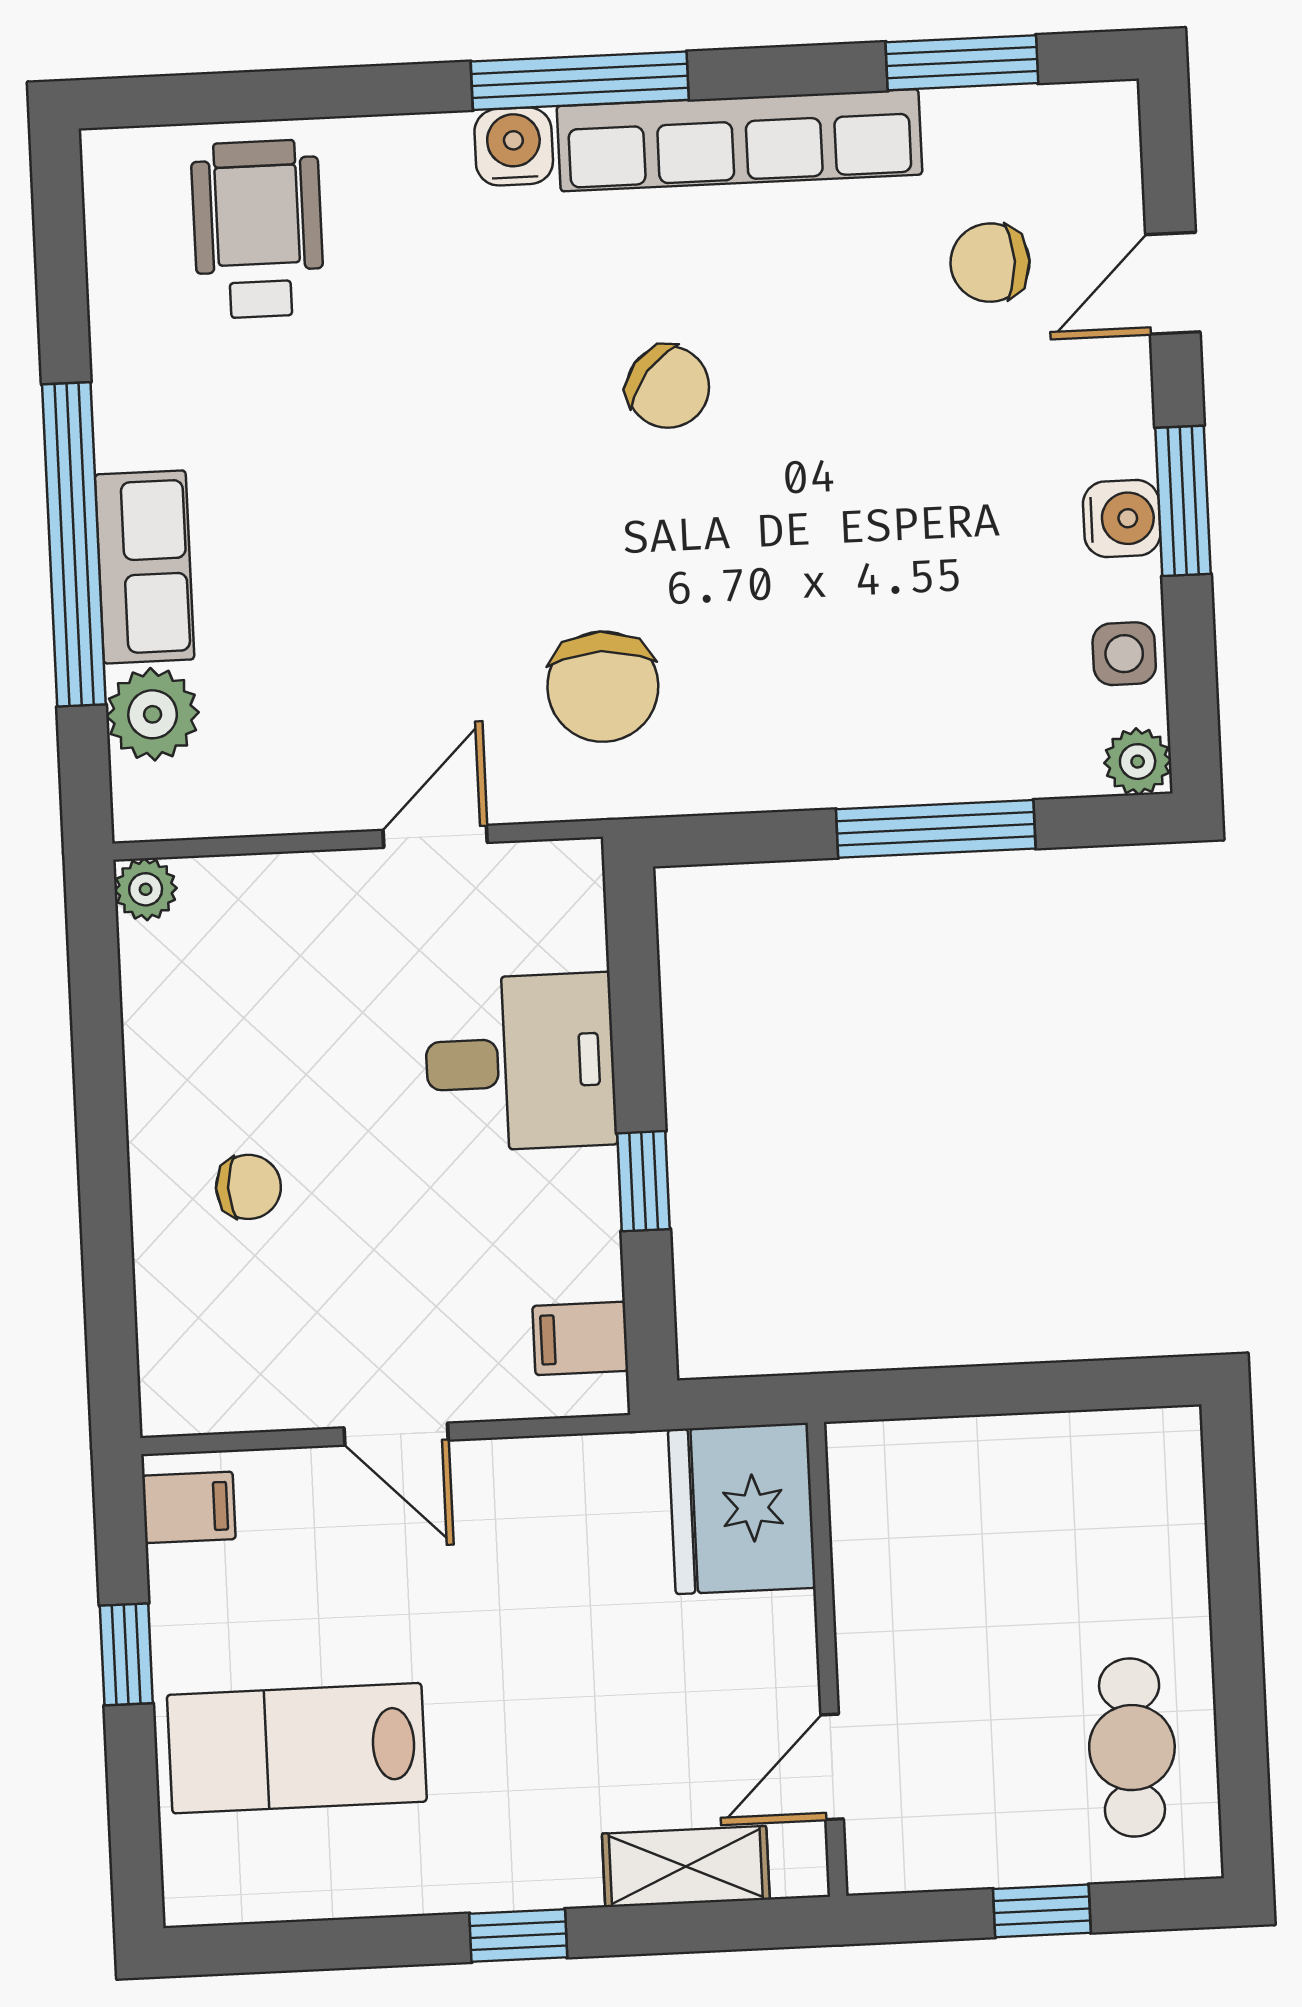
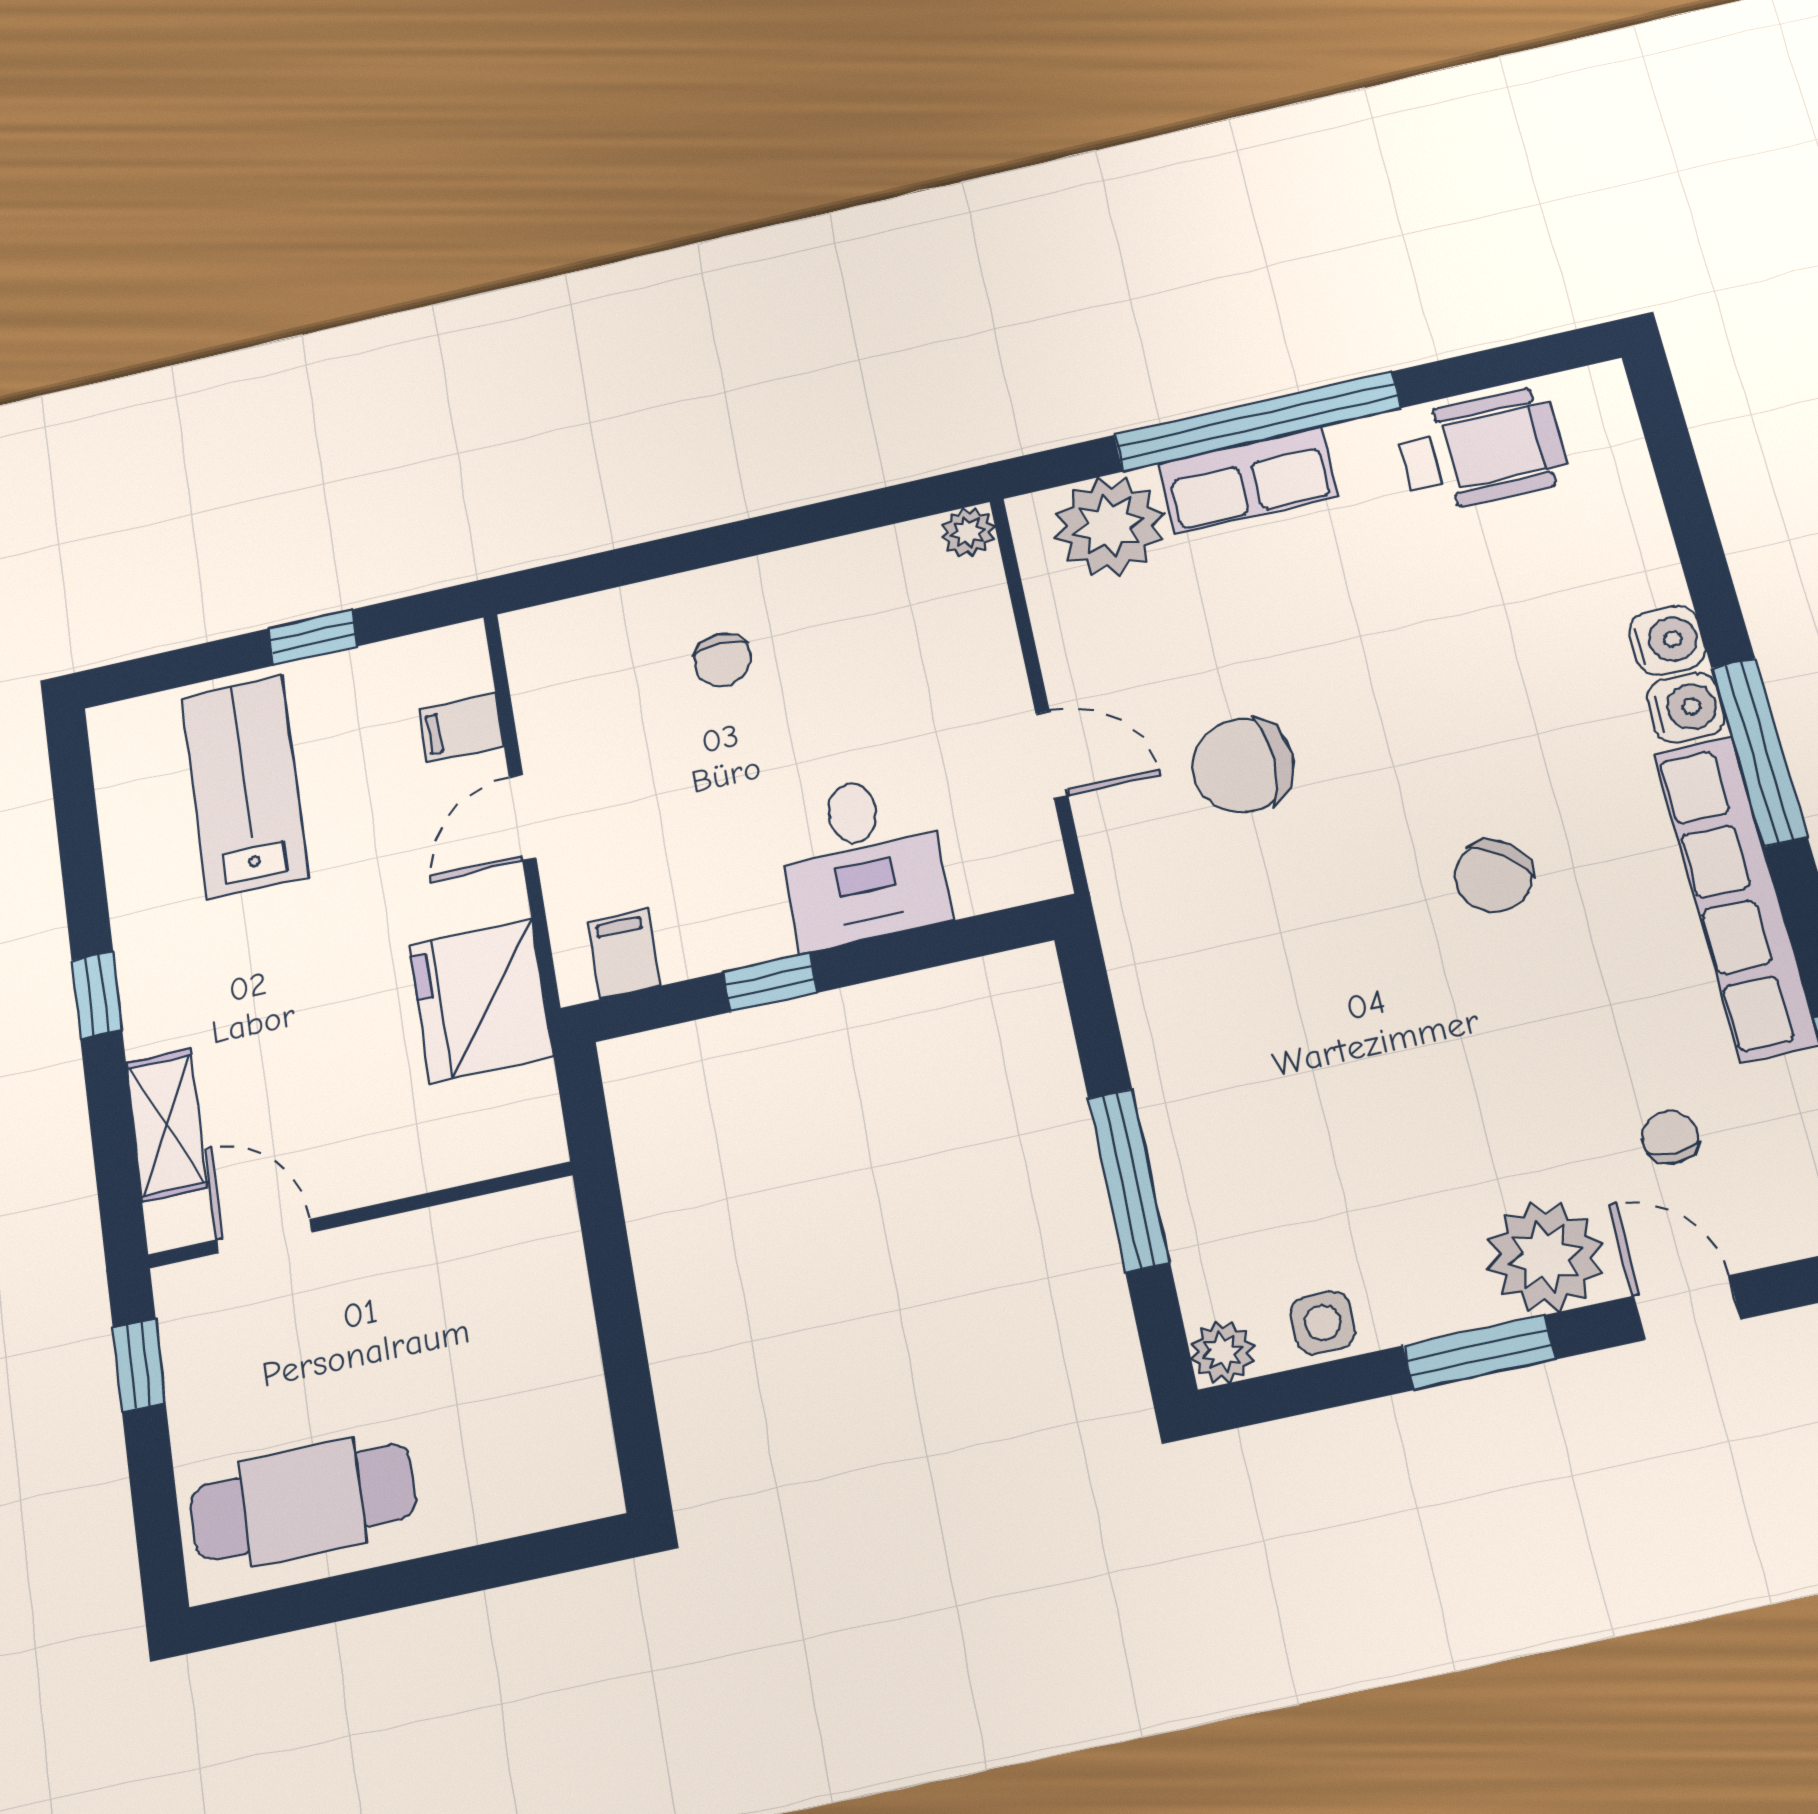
wheelchair: (258, 229) -> (1482, 450), moved
chair: (990, 263) -> (1670, 1137), width x0.73, depth x0.73
plant: (1094, 415) -> (1545, 1256), added
water cooler: (1122, 518) -> (1667, 640), moved, turned -90
chair: (603, 687) -> (1243, 765), moved
plant: (153, 714) -> (1109, 526), width x1.36, depth x1.36
filing cabinet: (189, 1507) -> (461, 728), moved, turned 90
fridge: (742, 1509) -> (481, 1001), moved, turned -90
cafe table: (1132, 1748) -> (303, 1502), width x1.37, depth x1.35
window: (1042, 1911) -> (139, 1366), moved

